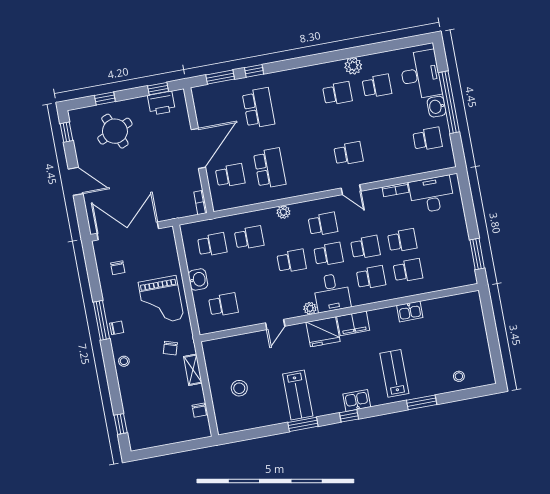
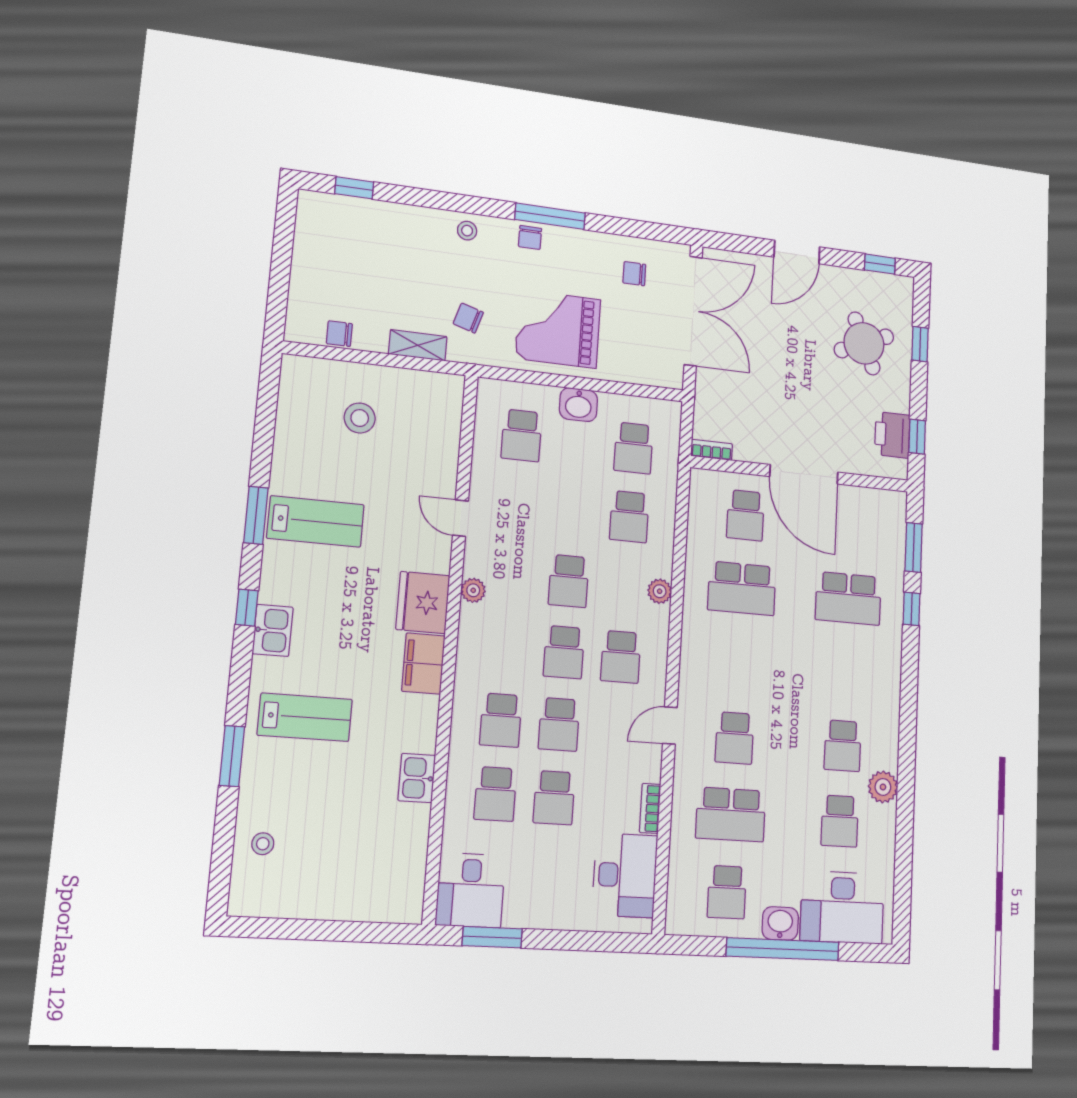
school desk: (388, 146) -> (731, 814), added
desk: (332, 293) -> (470, 890), moved, turned -90
lab bench: (298, 395) -> (316, 521), turned 180

